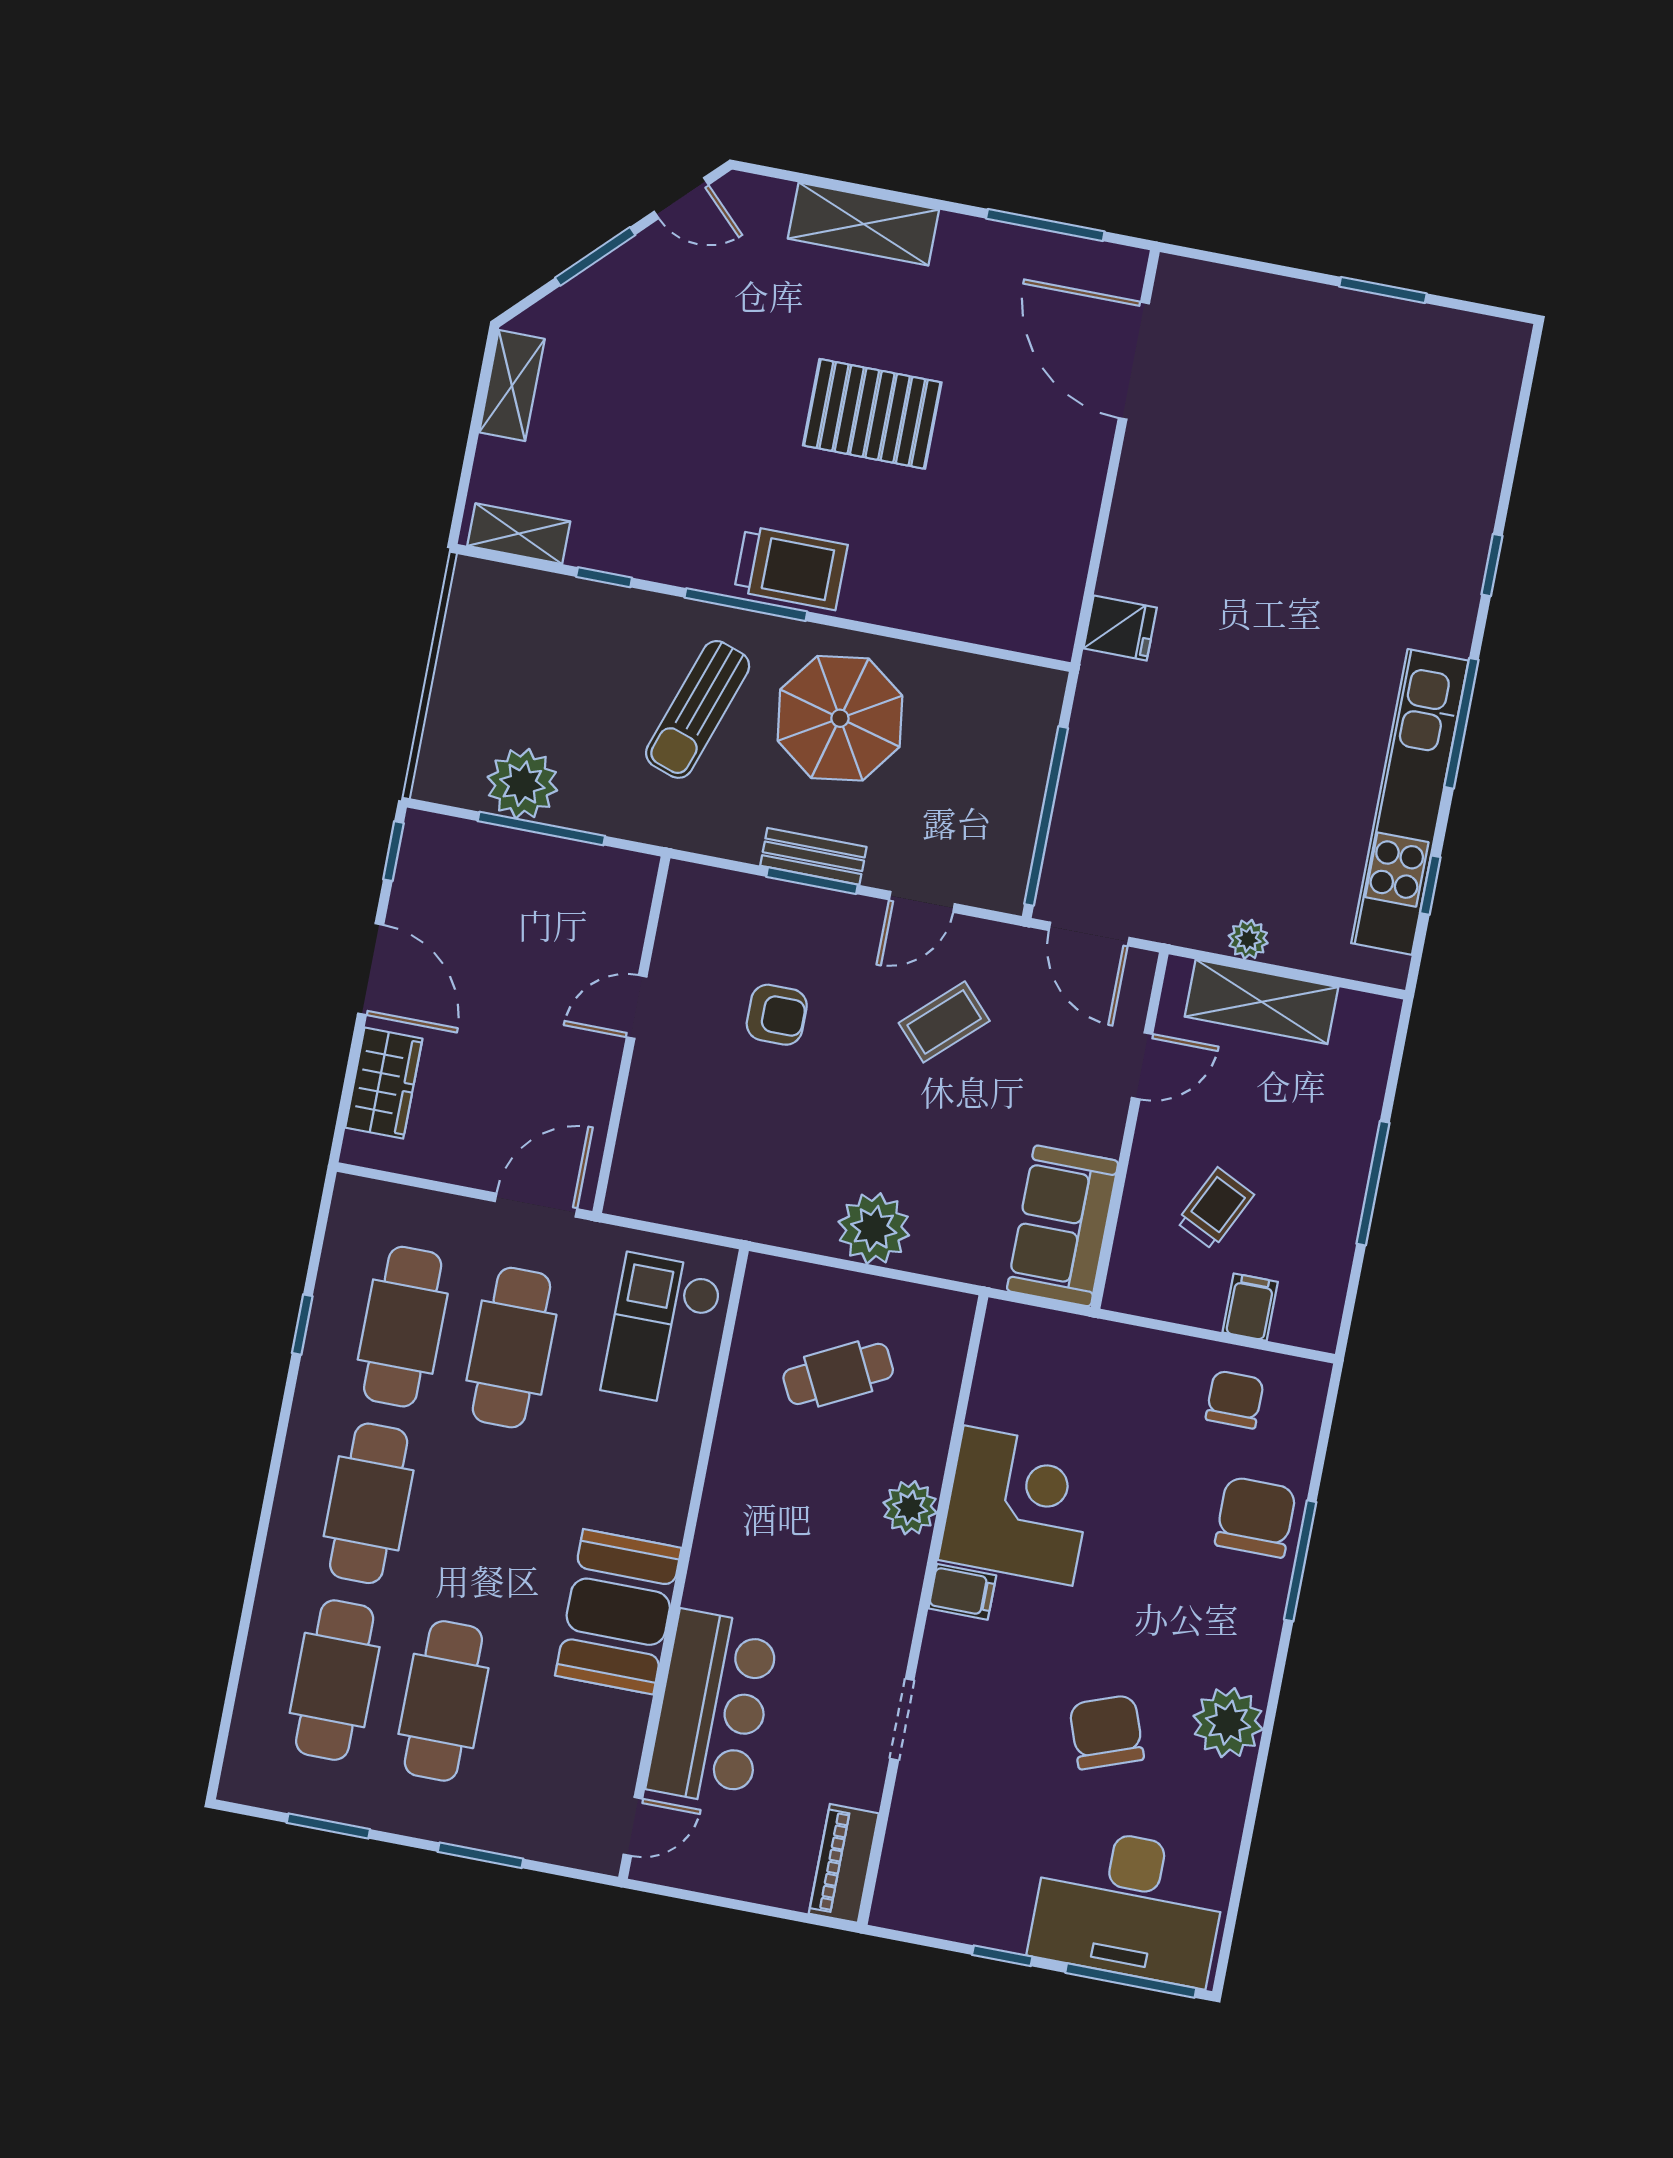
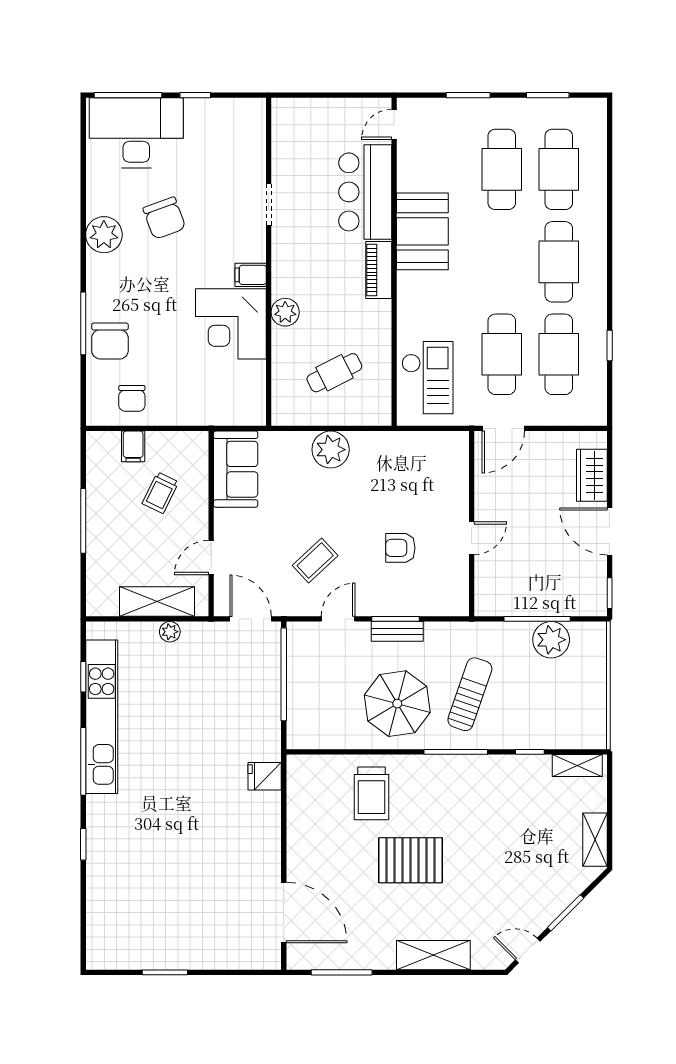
trolley: (791, 568) -> (372, 793), moved, turned -90
piano: (844, 1863) -> (379, 270), moved, turned 180

